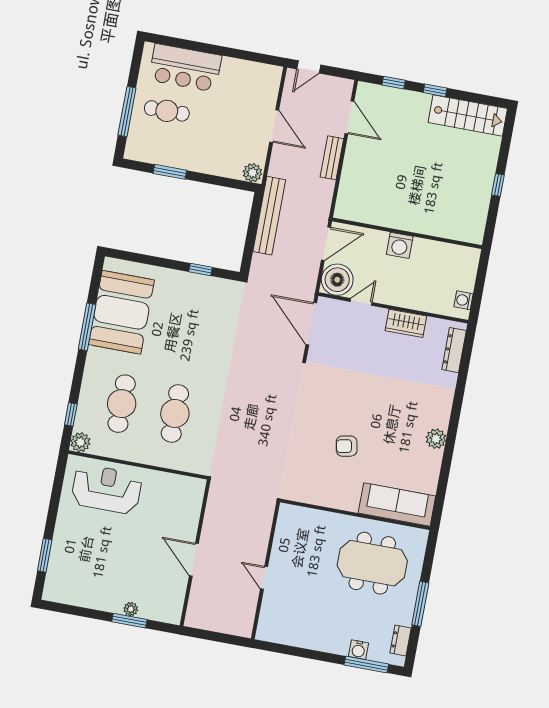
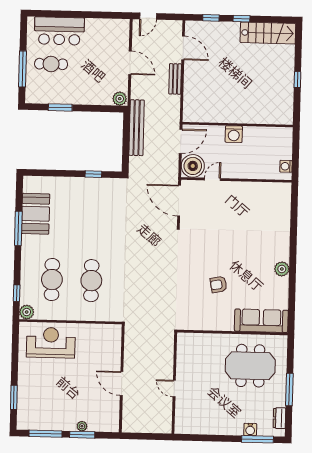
booth: (121, 312) -> (36, 214), width x0.73, depth x0.70
wardrobe: (406, 323) -> (247, 190), removed
dresser: (454, 350) -> (285, 203), removed
window: (80, 611) -> (46, 434), added

